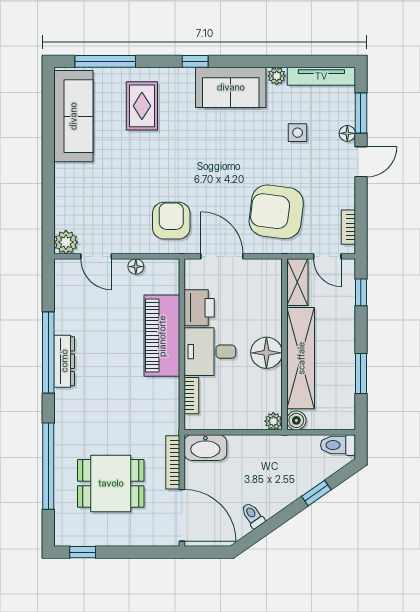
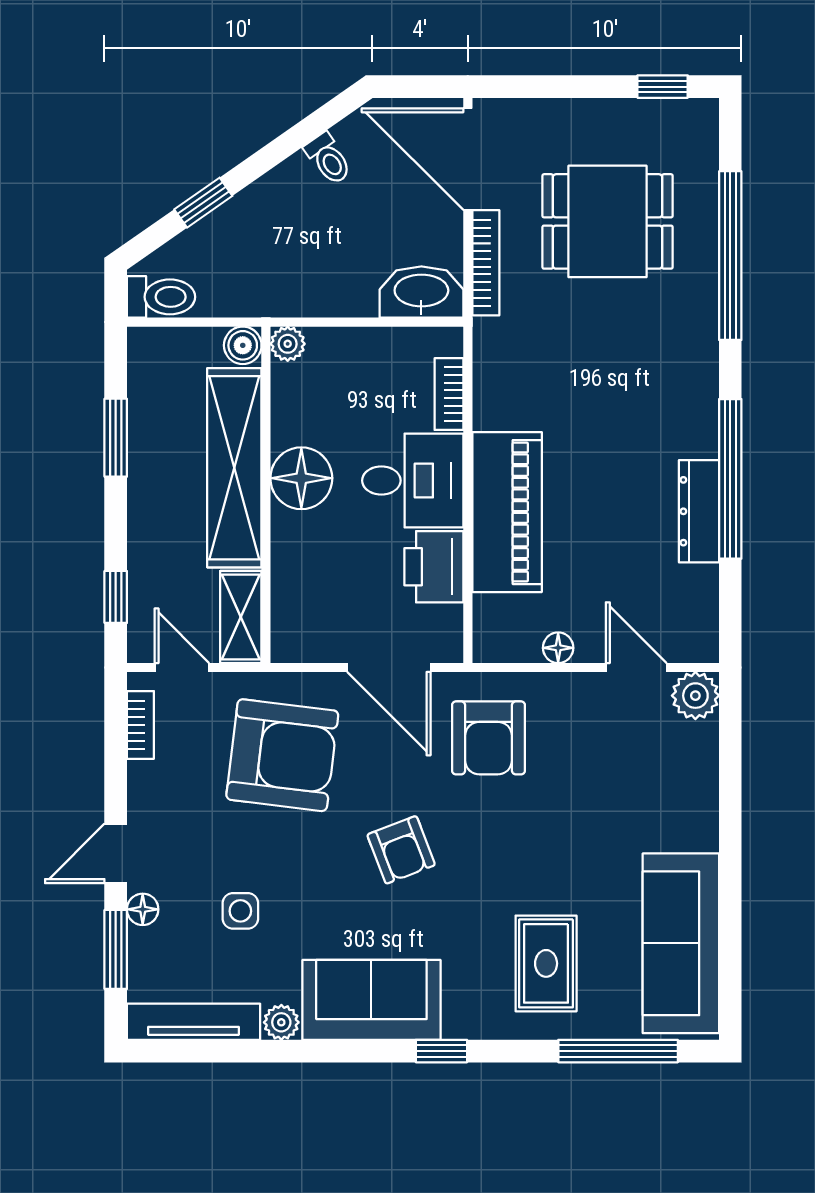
armchair: (216, 164) -> (401, 850), added
dresser: (64, 361) -> (699, 511), moved

